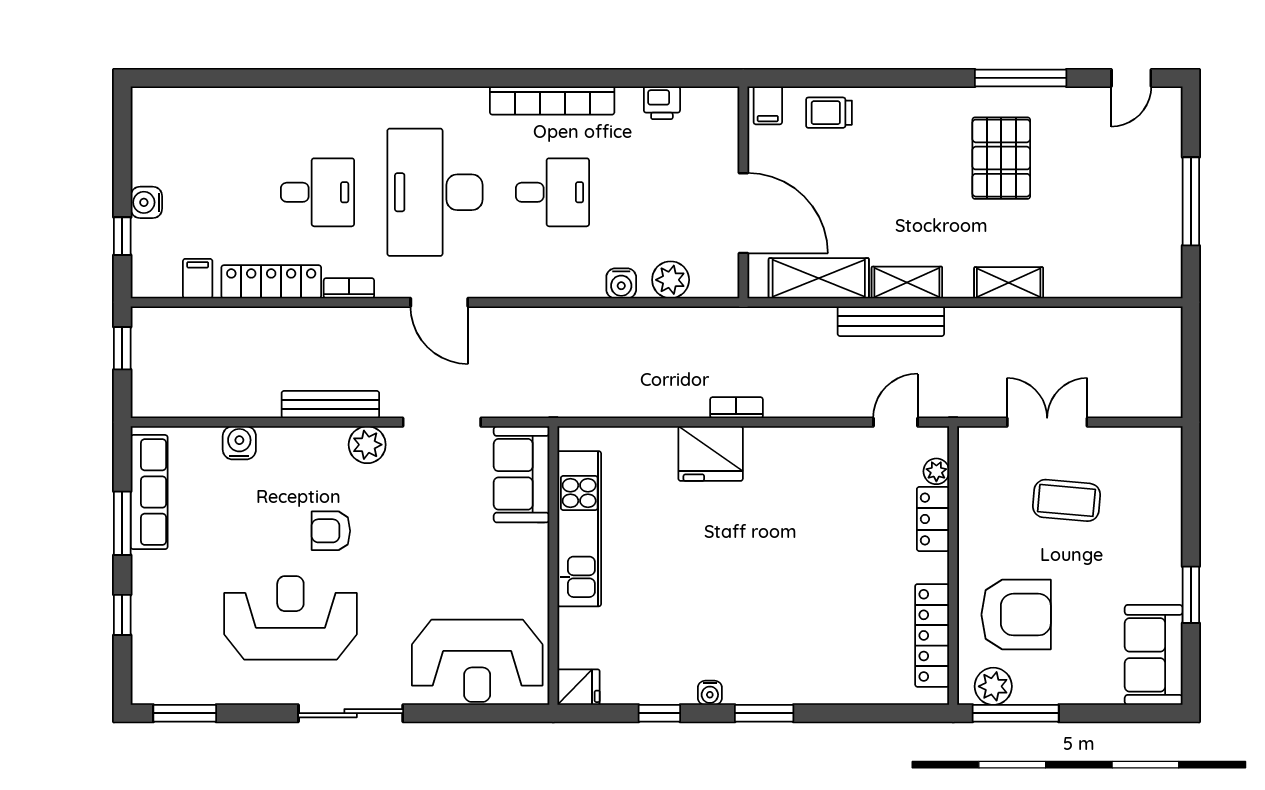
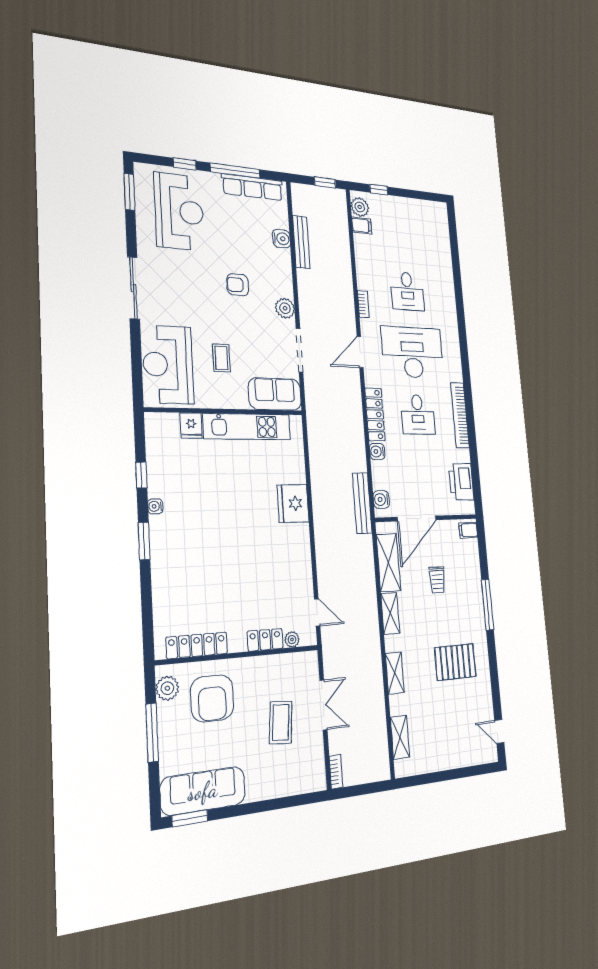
window: (1021, 78) -> (488, 605), moved
printer: (662, 103) -> (461, 482), width x1.87, depth x1.48
trolley: (829, 113) -> (437, 580), moved, turned 180
window: (1191, 201) -> (444, 776), removed
water cooler: (146, 202) -> (381, 499), moved, turned -90
plant: (671, 280) -> (360, 207), moved
locker: (271, 282) -> (375, 414), moved
shelving: (1116, 282) -> (400, 737), added
bench: (891, 321) -> (362, 503), moved
bench: (330, 405) -> (301, 242), moved
bookcase: (736, 408) -> (336, 772), moved
window: (122, 523) -> (235, 171), width x1.44
armchair: (331, 531) -> (238, 285), turned -90
coffee table: (462, 568) -> (221, 358), added
window: (1191, 595) -> (190, 818), moved
reception desk: (290, 618) -> (179, 211), moved
sofa: (1154, 655) -> (203, 791), width x1.36
fridge: (579, 687) -> (191, 426), moved
window: (1016, 713) -> (152, 733), moved

